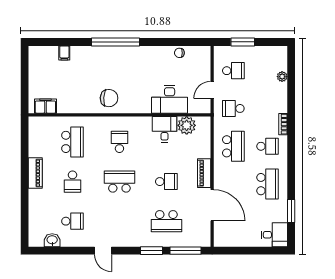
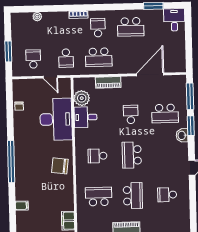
chair: (109, 98) -> (60, 166), turned -87
desk: (170, 99) -> (56, 119), width x1.36, depth x1.30
school desk: (233, 146) -> (99, 57), turned 180
piano: (204, 173) -> (108, 82), moved
school desk: (73, 182) -> (133, 196), width x1.85
school desk: (268, 184) -> (131, 27), turned 180
school desk: (73, 221) -> (167, 195), turned -90
school desk: (166, 221) -> (165, 113), turned 90
washbasin: (52, 240) -> (182, 135), moved

